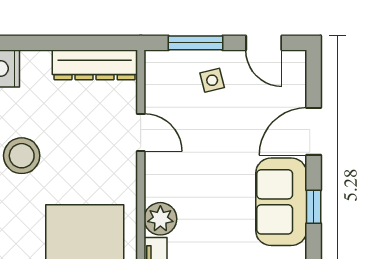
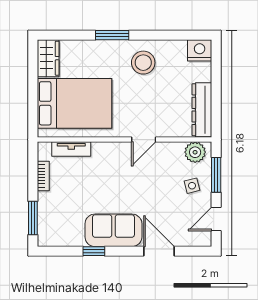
door: (141, 132) -> (144, 140), moved
window: (314, 207) -> (94, 251), moved
plant: (160, 219) -> (195, 152), moved

